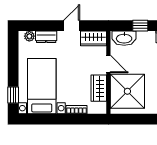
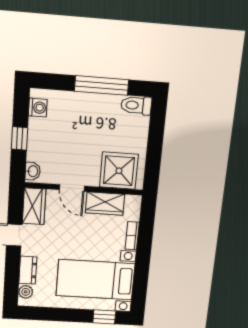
washbasin: (124, 38) -> (33, 171), width x0.52, depth x0.69
door: (108, 64) -> (72, 188), swing flipped
shower: (127, 91) -> (119, 171), width x0.73, depth x0.73

